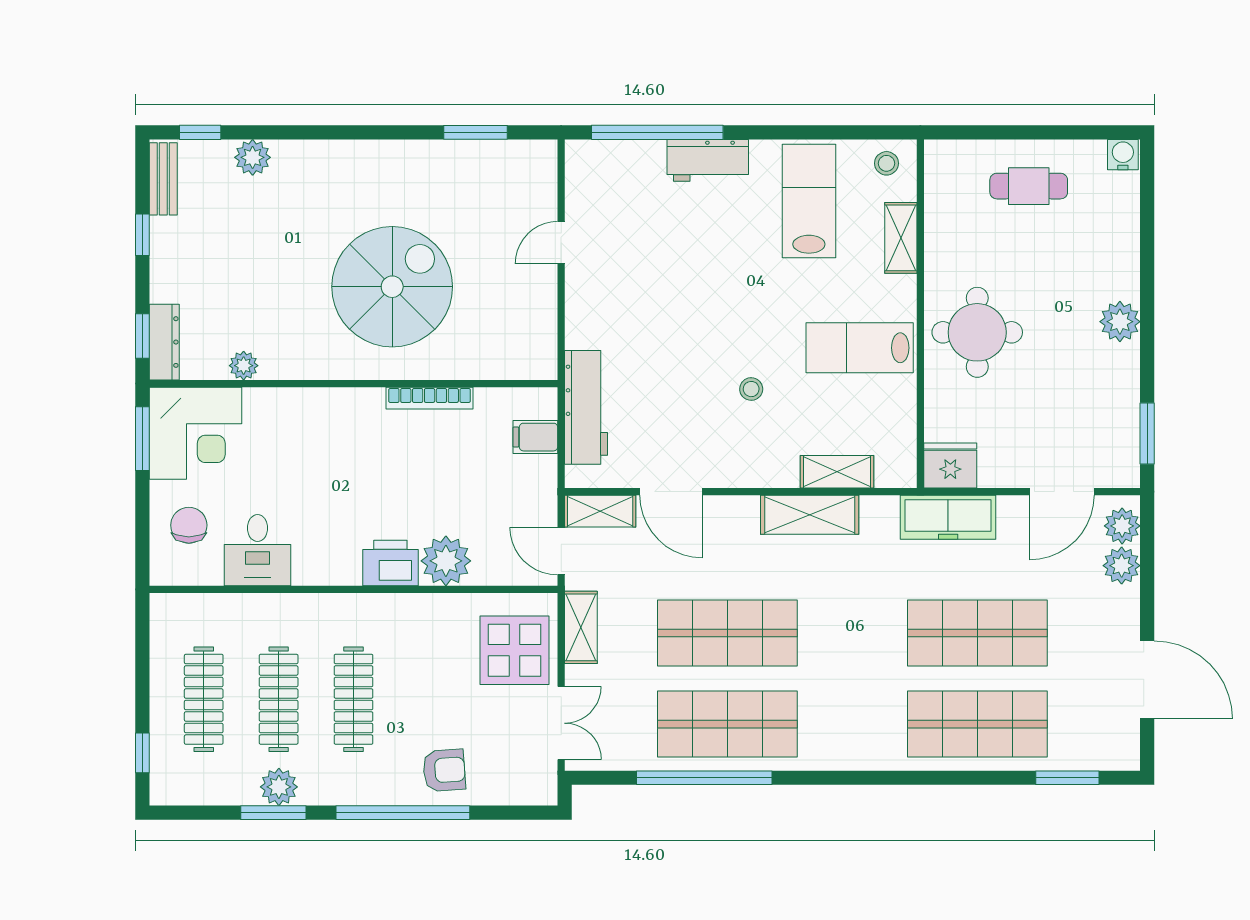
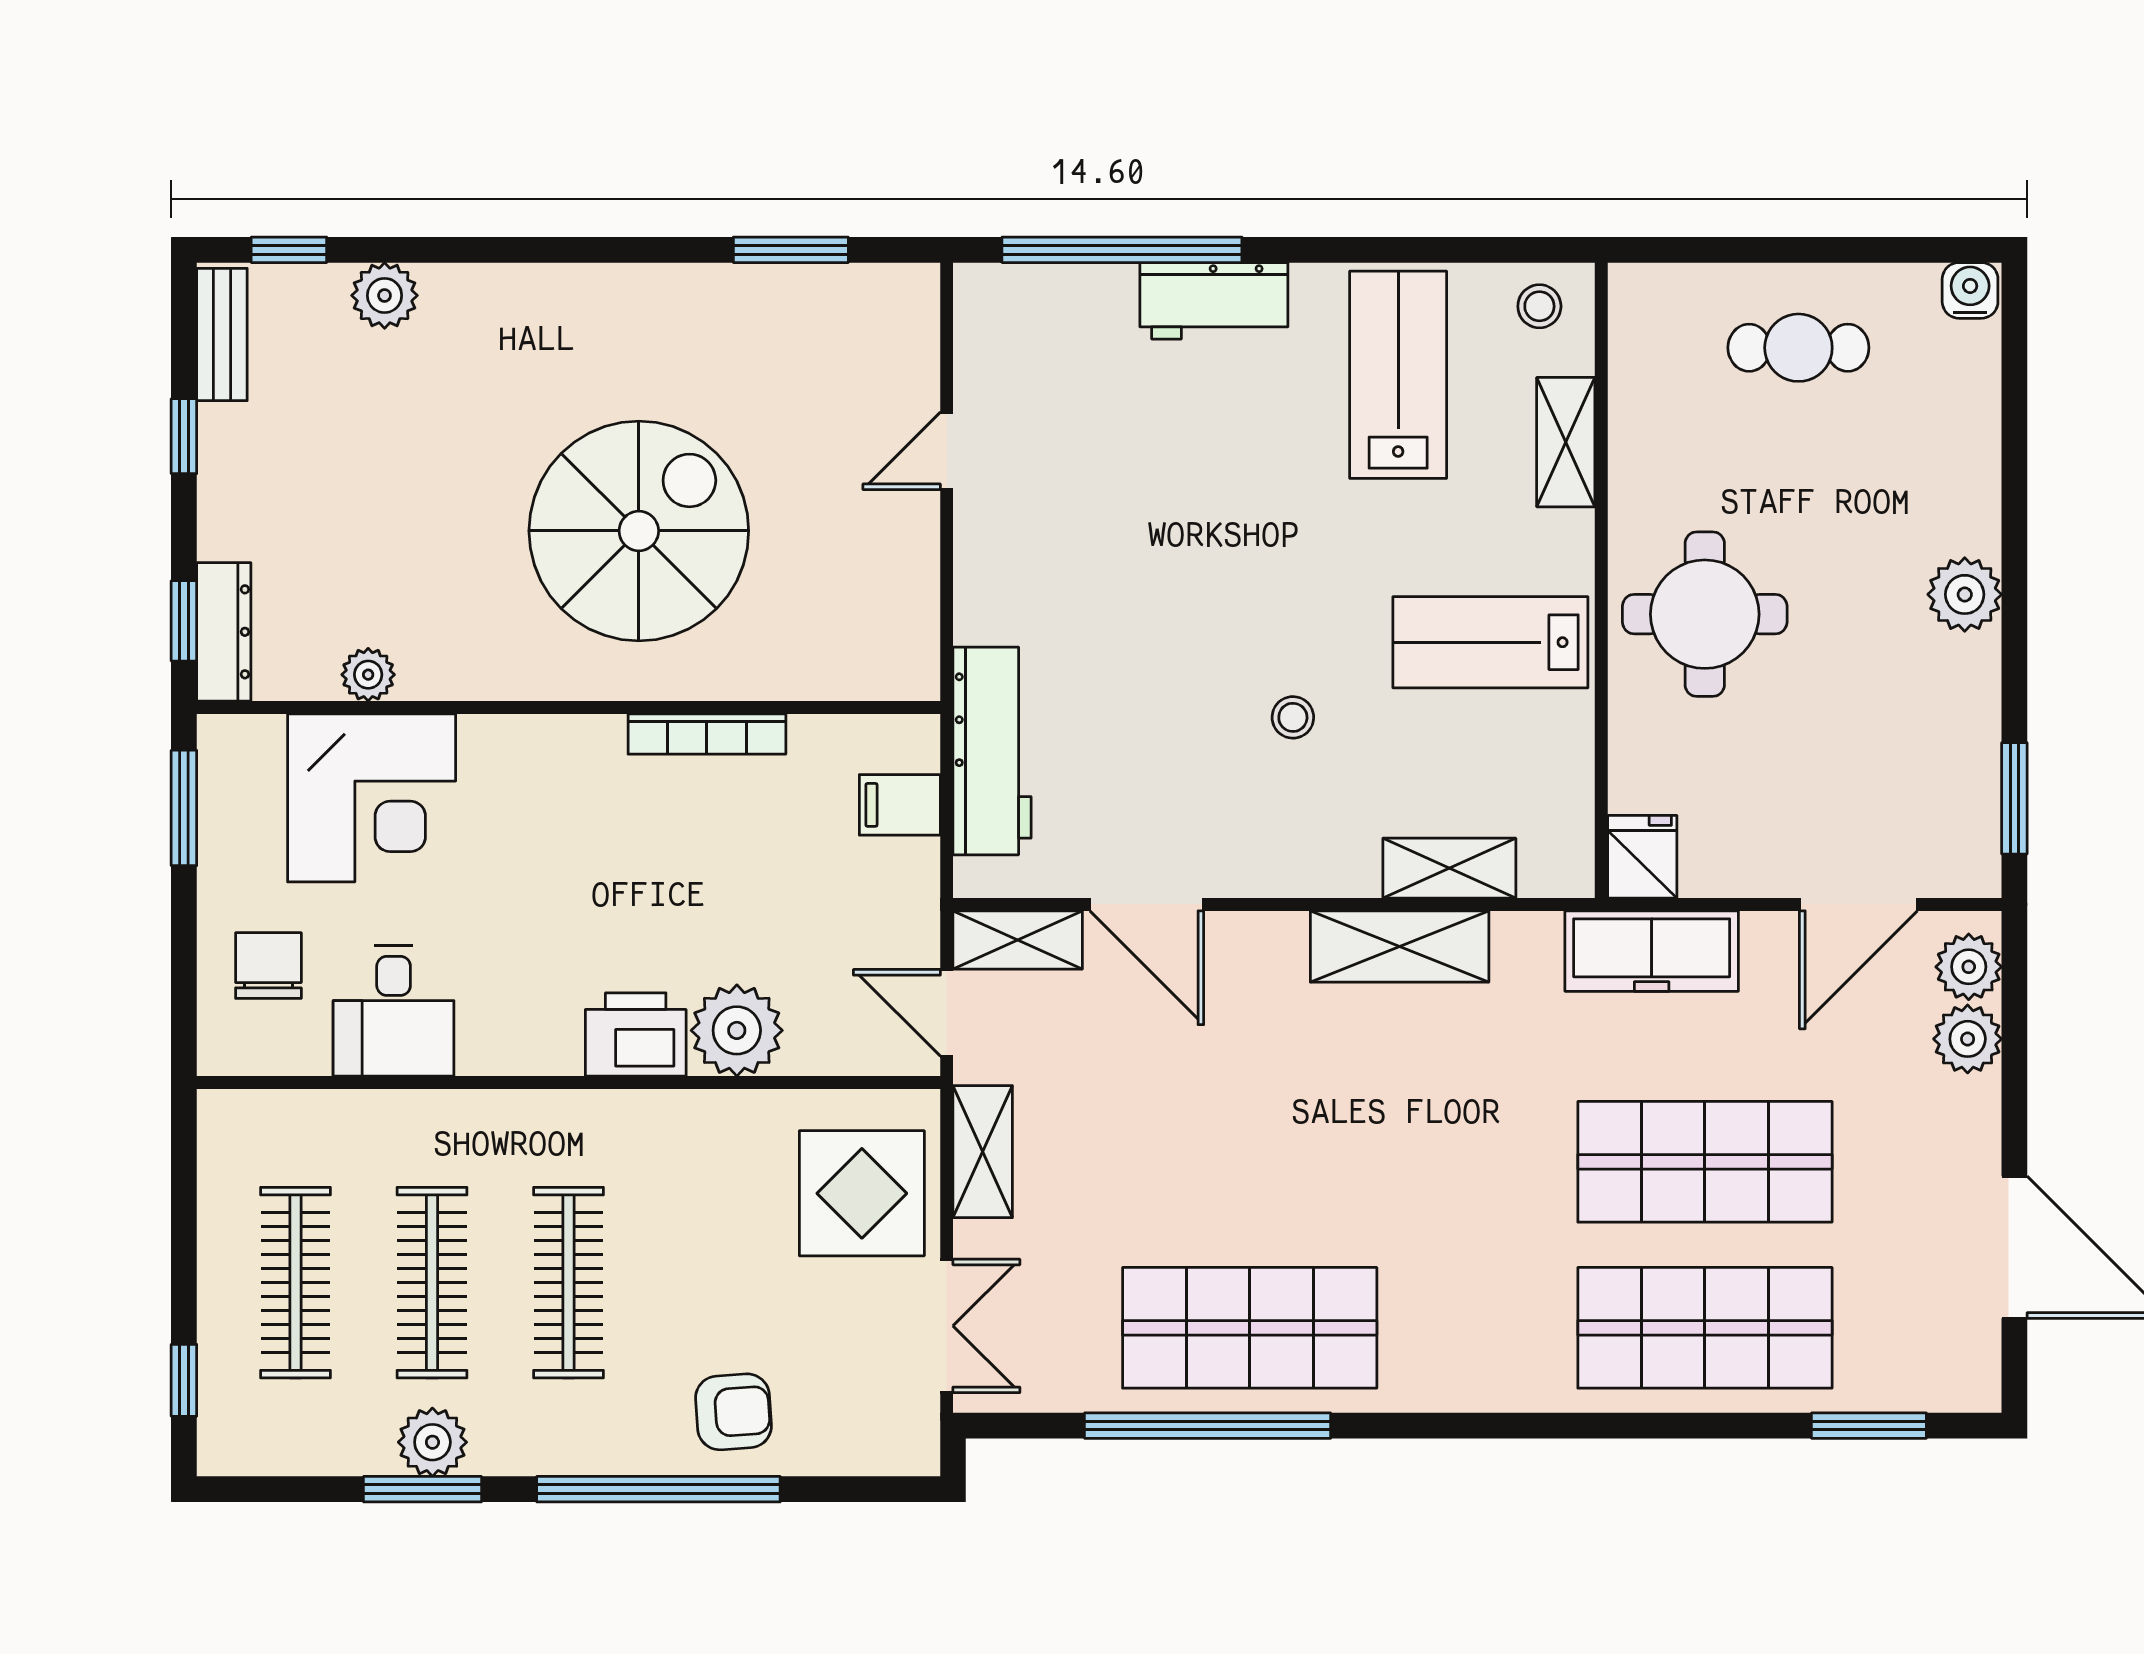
corner desk: (196, 433) -> (372, 798), moved
fridge: (950, 466) -> (1642, 857), width x0.72
shop shelf: (727, 633) -> (1250, 1162), removed

